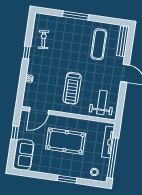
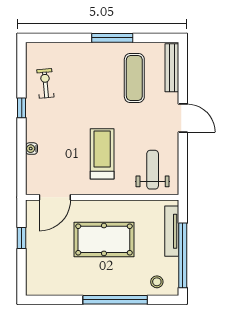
window: (75, 16) -> (112, 38), moved
treadmill: (72, 88) -> (102, 154), turned 180
sofa: (23, 155) -> (40, 271), removed
window: (67, 179) -> (115, 300), width x2.11

